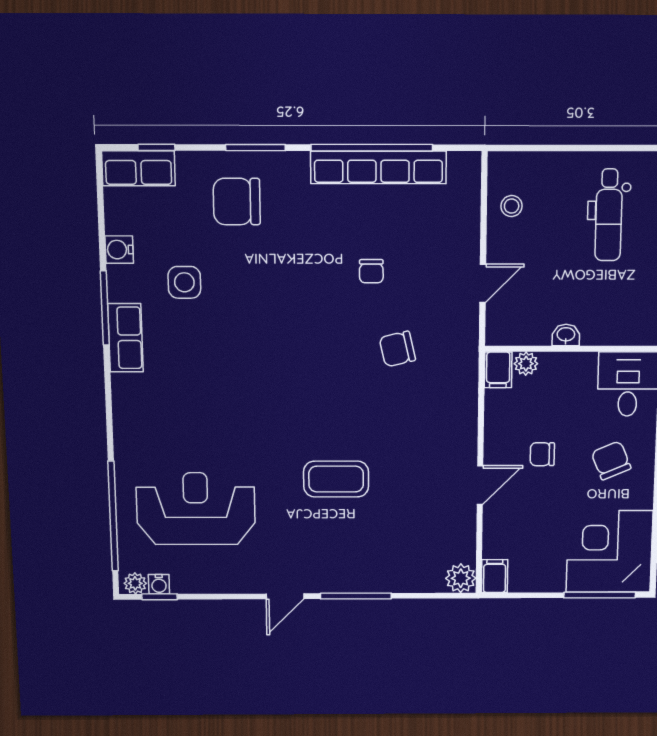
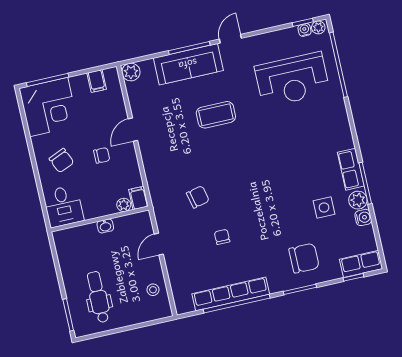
plant: (123, 282) -> (358, 200), added
sofa: (363, 570) -> (188, 64), added
filing cabinet: (495, 576) -> (97, 81), moved

